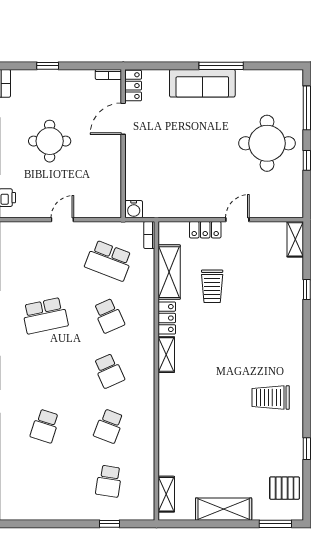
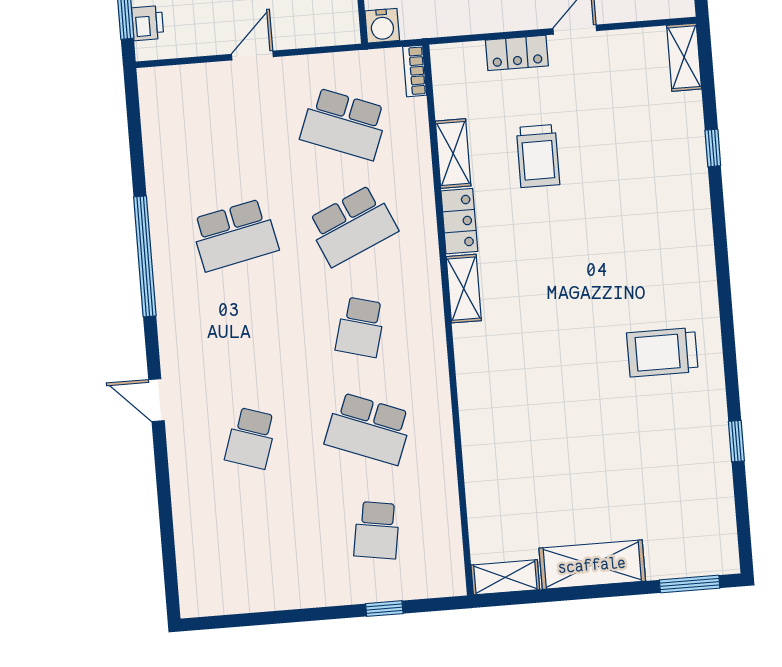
shelving: (169, 272) -> (453, 153), width x0.67, depth x0.75
school desk: (109, 316) -> (352, 225), width x1.85
school desk: (109, 371) -> (360, 327), turned 39
school desk: (109, 426) -> (369, 429), width x1.85
pallet: (285, 488) -> (701, 517), removed
shelving: (166, 494) -> (505, 577), moved, turned 90

